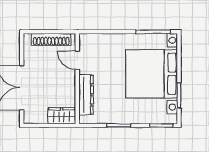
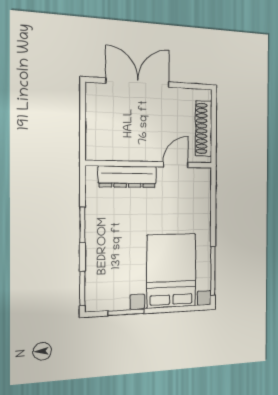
bed with nightstands: (152, 74) -> (171, 271), width x0.73
wardrobe: (62, 116) -> (97, 140), removed

